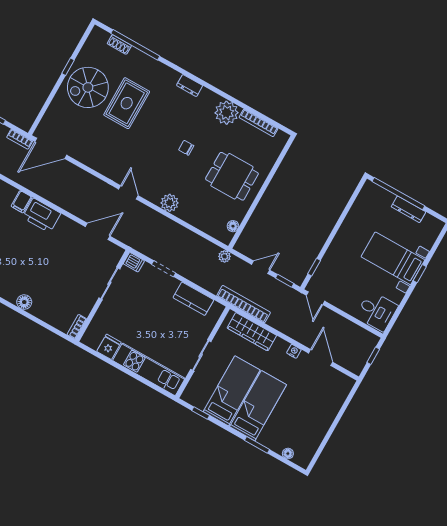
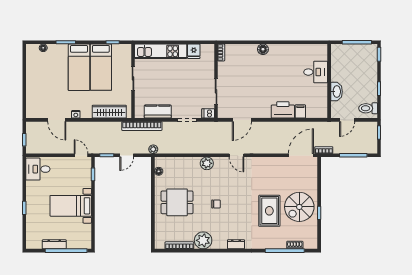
spiral stairs: (88, 87) -> (299, 207), turned 180
bed with nightstands: (393, 258) -> (71, 206), moved, turned 180
bookcase: (244, 304) -> (142, 126), moved

